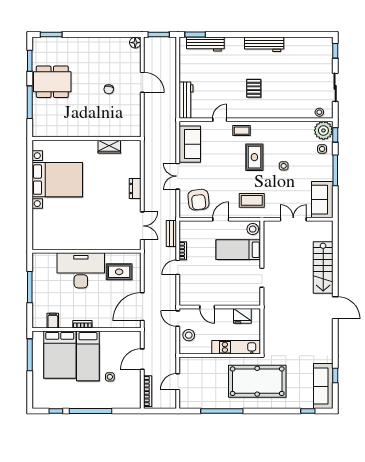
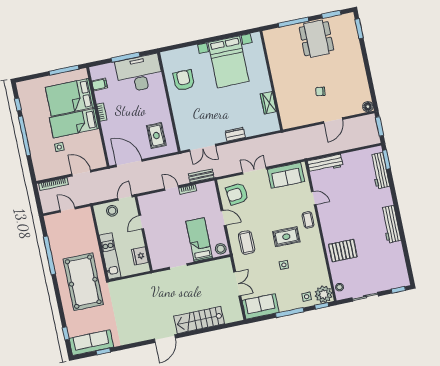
pallet: (254, 88) -> (343, 251), moved, width x1.50, depth x1.42
armchair: (67, 231) -> (184, 80), added
desk: (81, 270) -> (139, 73), moved, turned -90

